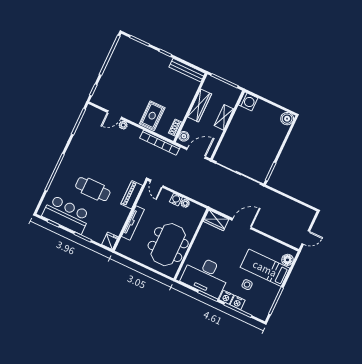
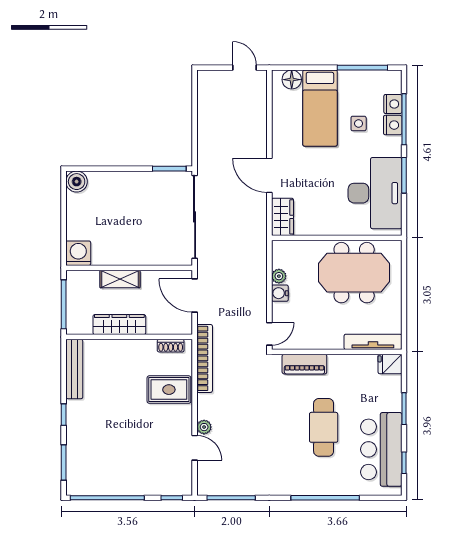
boiler: (184, 136) -> (178, 326), removed
tv unit: (133, 223) -> (373, 342), moved
nightstand: (226, 297) -> (393, 104), moved

